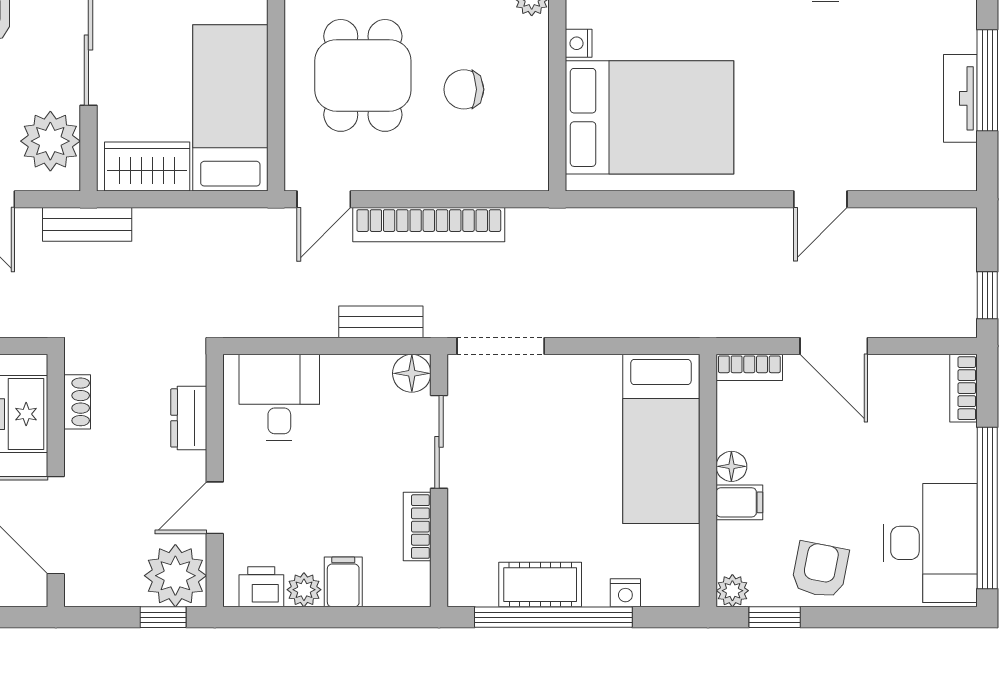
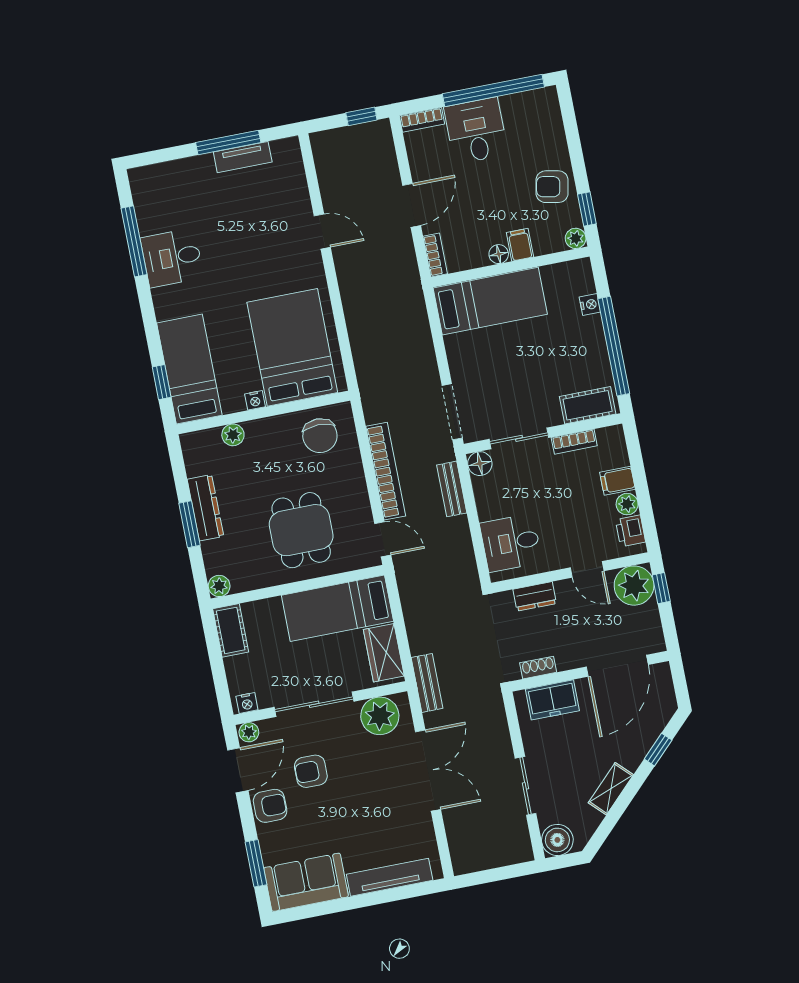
dining table: (363, 75) -> (301, 530), turned 90
chair: (464, 89) -> (320, 436), moved, width x1.37, depth x1.37
desk: (930, 543) -> (476, 131), moved, width x0.73
cot: (540, 585) -> (588, 405), moved, turned 90

